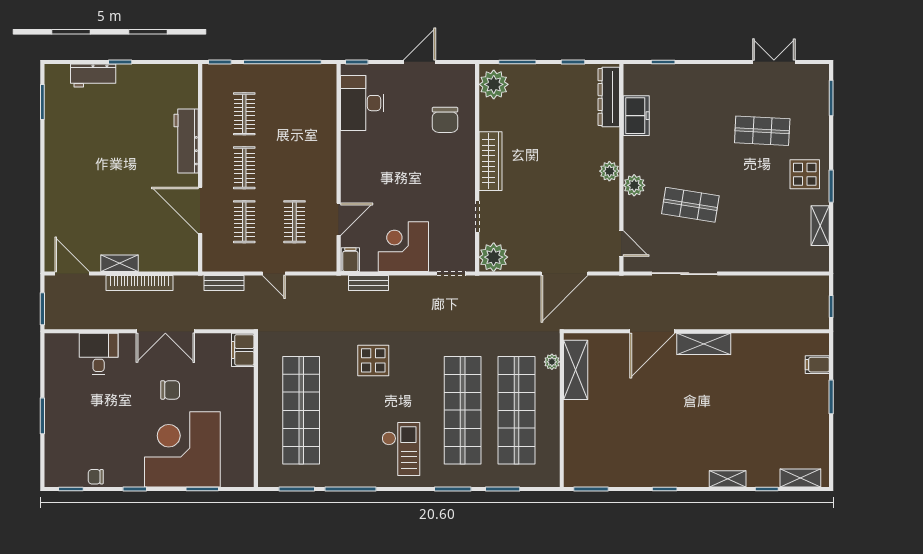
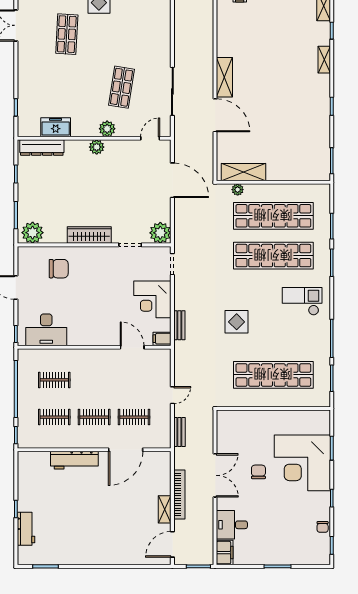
clothes rail: (294, 222) -> (54, 380), moved
filing cabinet: (243, 350) -> (225, 553), moved, turned -90

